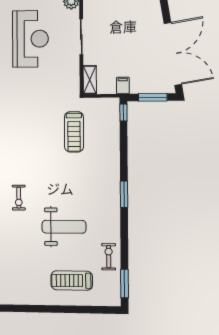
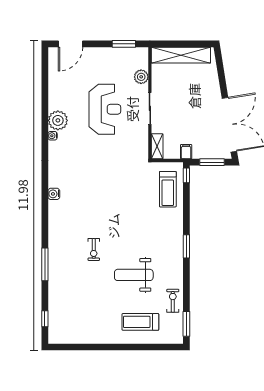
treadmill: (74, 132) -> (168, 189), moved
weight bench: (64, 227) -> (134, 275), turned 180

